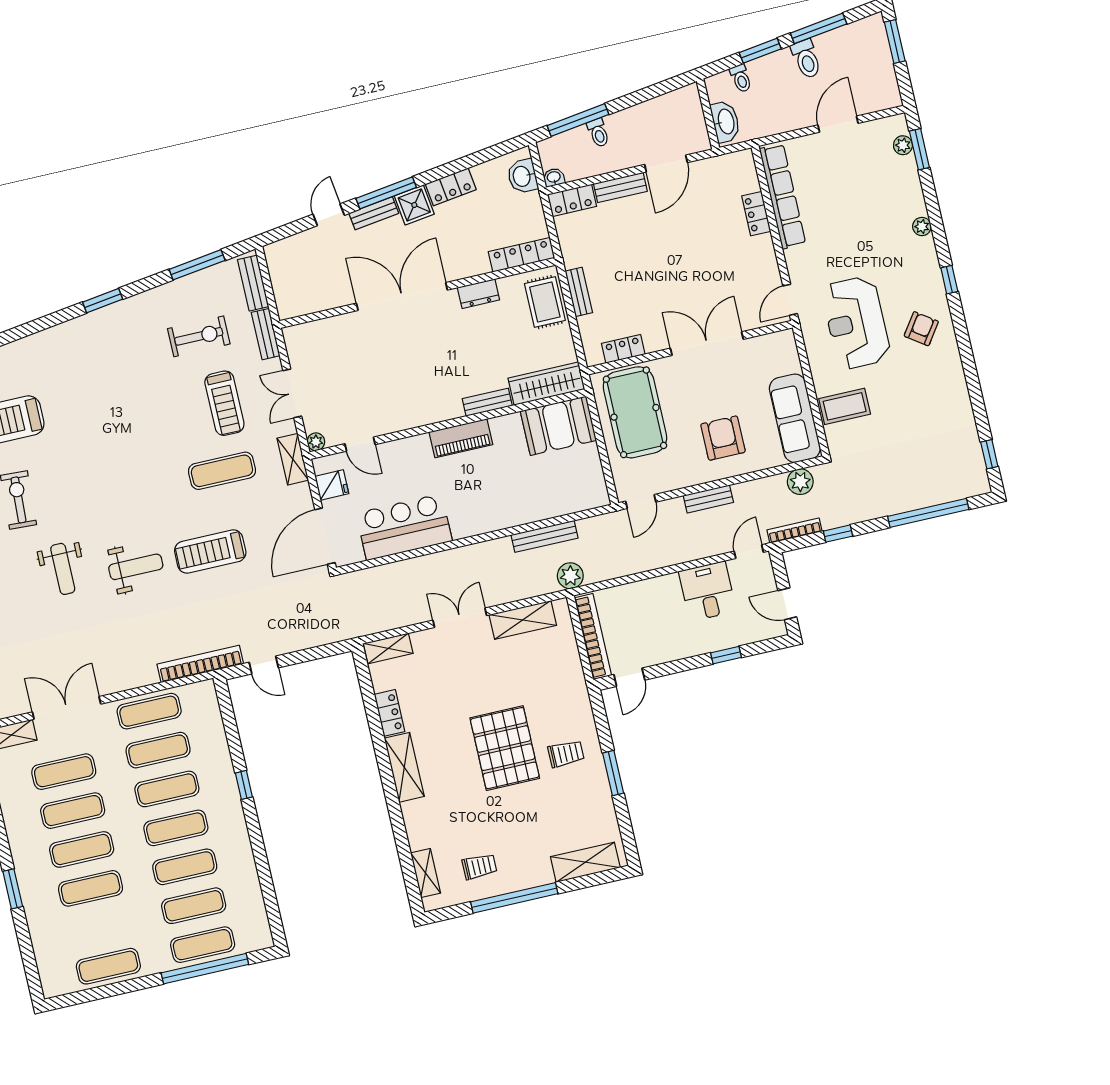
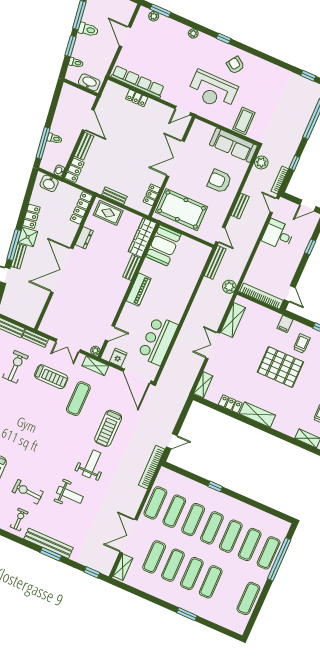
door: (790, 300) -> (183, 111), hinge flipped
bench: (544, 536) -> (215, 262), moved
filing cabinet: (577, 705) -> (285, 324), added

